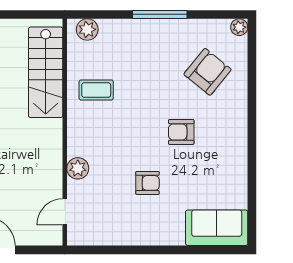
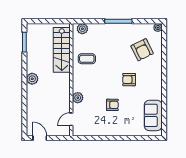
armchair: (207, 72) -> (142, 50), turned 115
sofa: (217, 228) -> (153, 115), moved, turned -90

